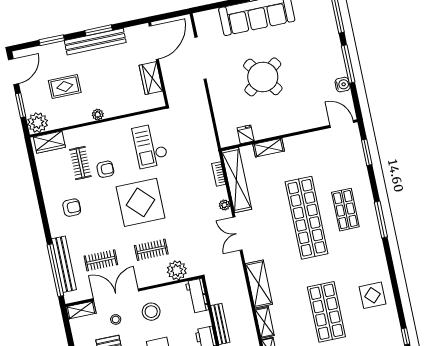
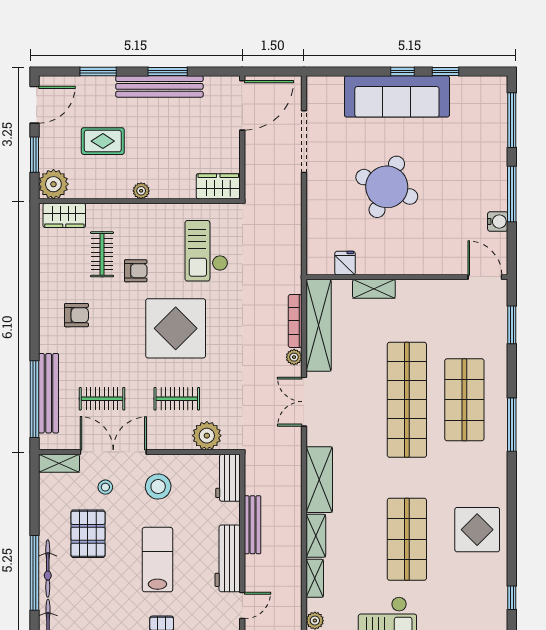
round table: (263, 77) -> (387, 187), turned -31
wardrobe: (151, 78) -> (218, 186), moved, turned 90
bookcase: (219, 174) -> (295, 321), width x1.56
shop shelf: (345, 210) -> (464, 400), width x1.43, depth x1.36
display table: (373, 295) -> (477, 530), width x1.36, depth x1.36

